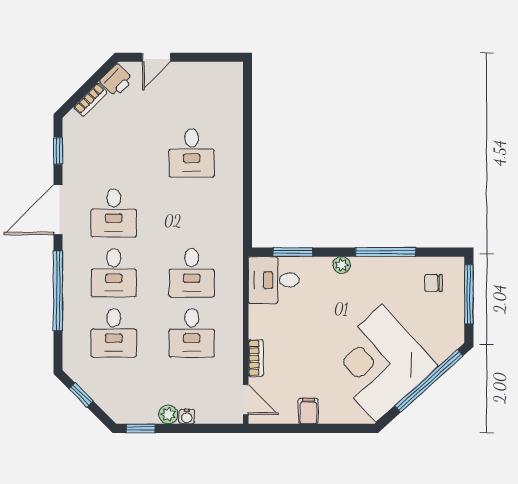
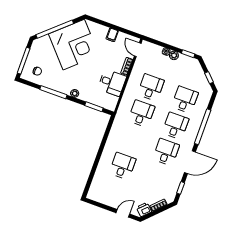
desk: (274, 280) -> (112, 83), moved

